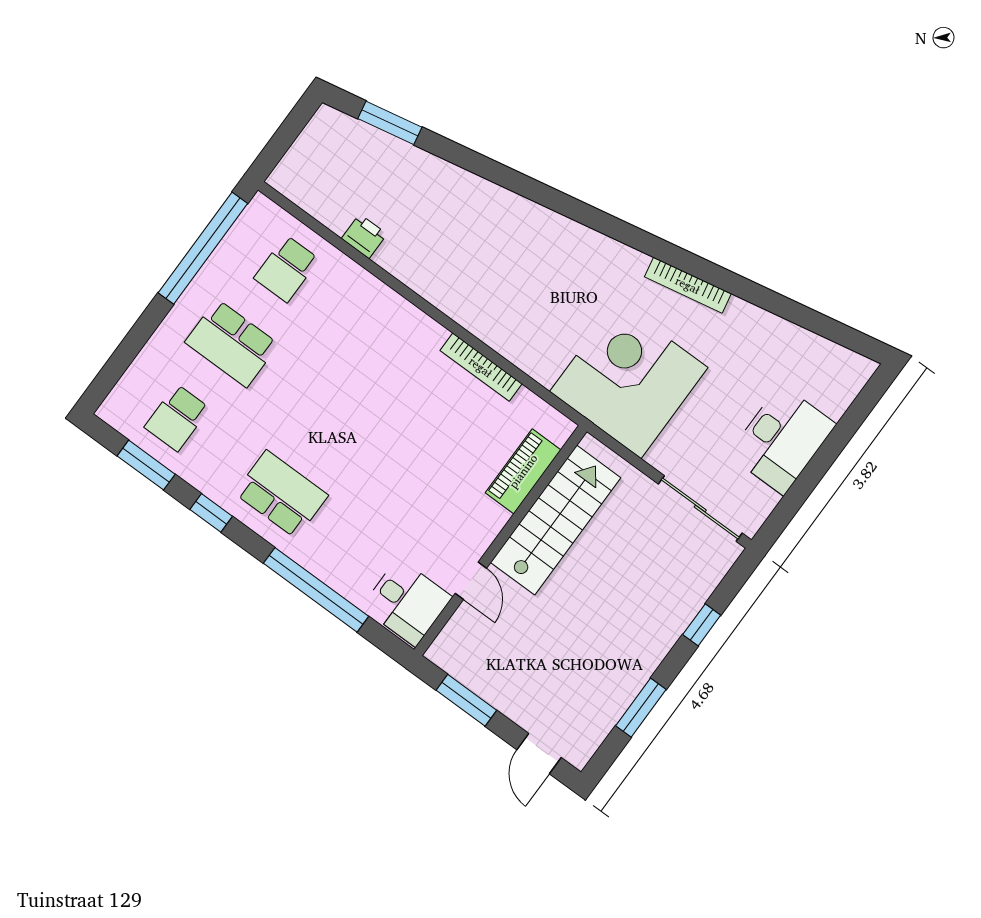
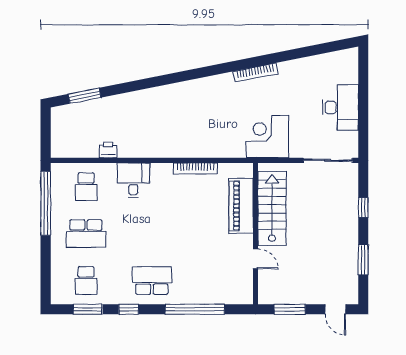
corner desk: (629, 380) -> (267, 137), width x0.74, depth x0.74
piano: (523, 471) -> (241, 206), width x1.37, depth x1.33
desk: (407, 602) -> (133, 180), moved, turned -90

